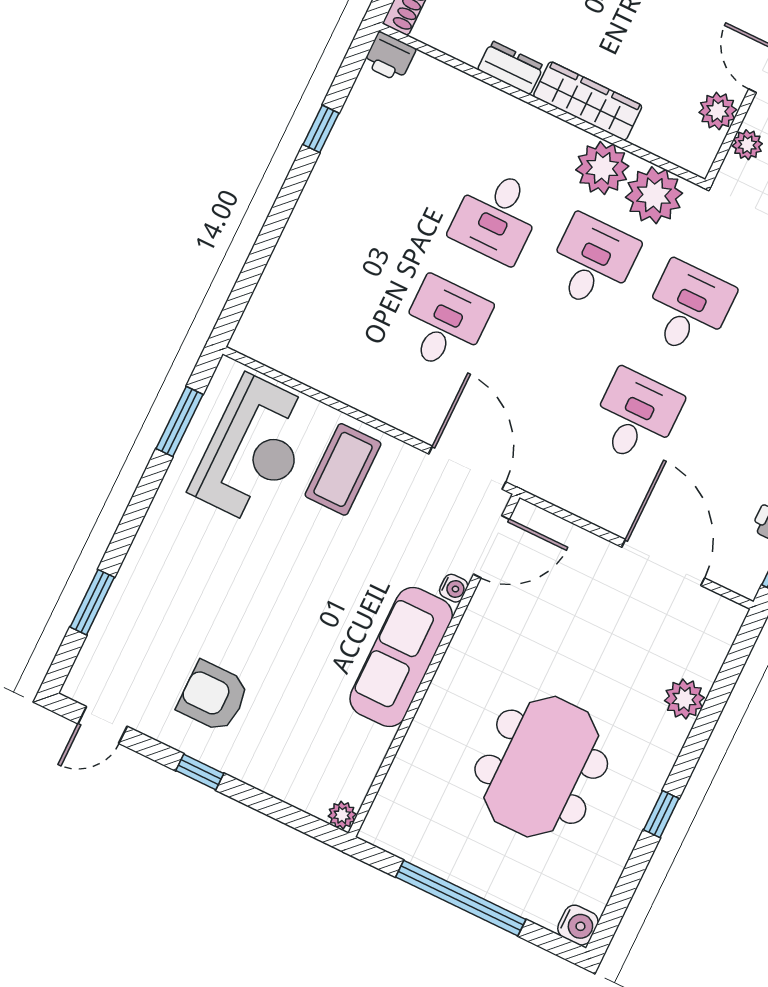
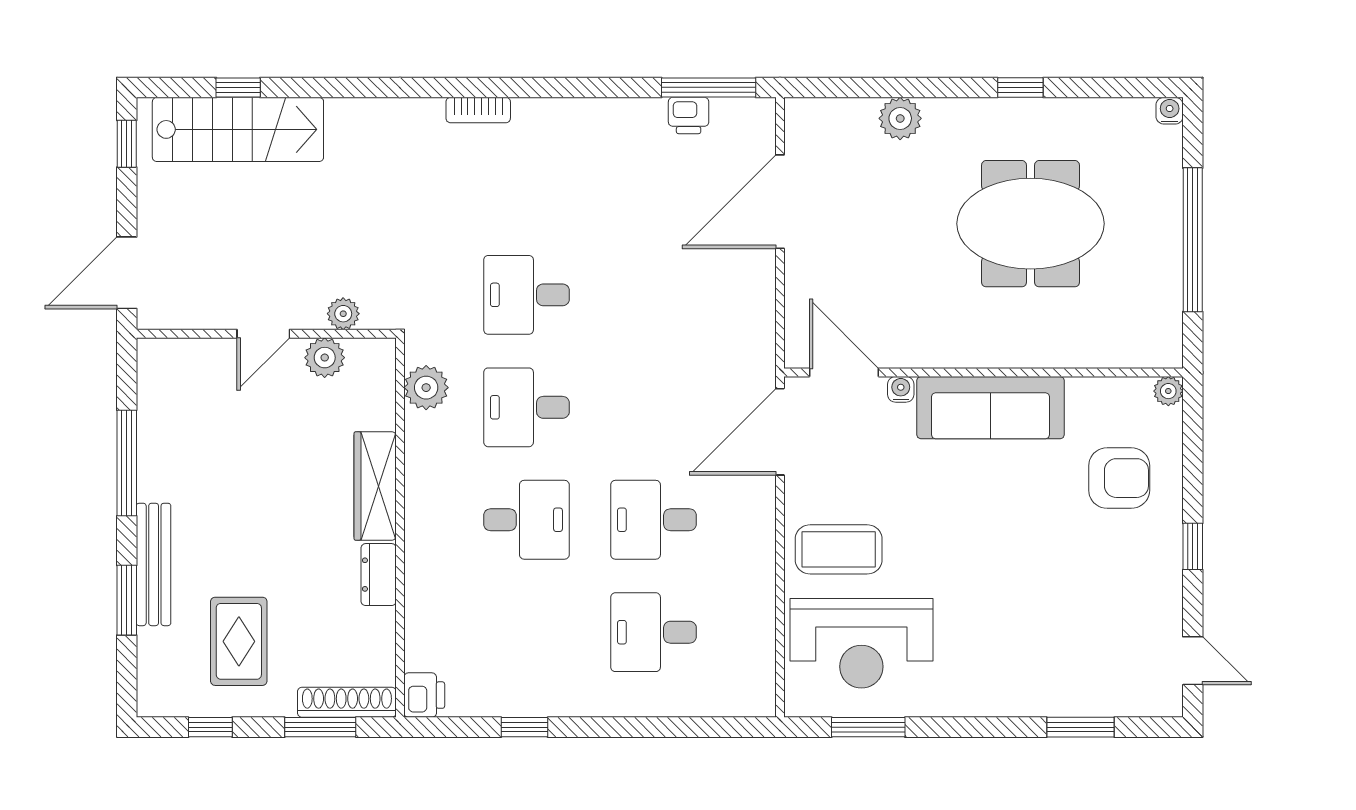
plant: (602, 168) -> (432, 441), removed
plant: (654, 195) -> (426, 388), width x0.73, depth x0.73
desk: (636, 417) -> (653, 632), moved
reception desk: (254, 450) -> (861, 643), turned 180
armchair: (213, 696) -> (1119, 478), moved, turned -90
water cooler: (578, 925) -> (1170, 111), width x0.72, depth x0.72

